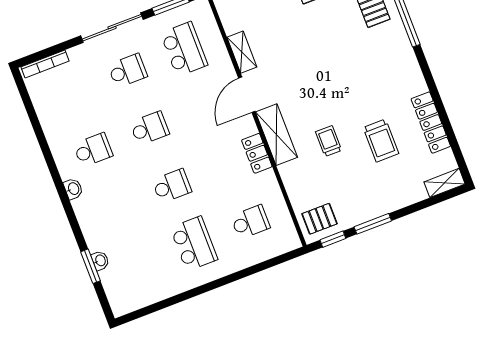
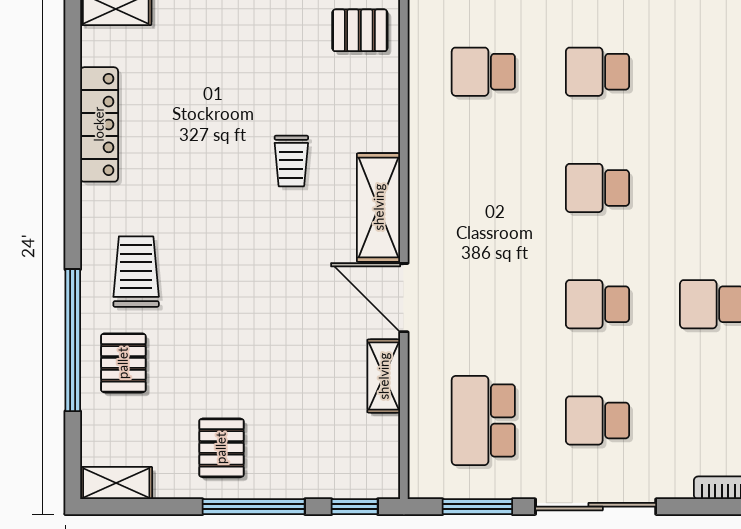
door: (247, 95) -> (404, 298), swing flipped
trolley: (381, 141) -> (136, 272), moved
locker: (257, 153) -> (426, 188), removed
school desk: (194, 244) -> (597, 72), width x0.54

